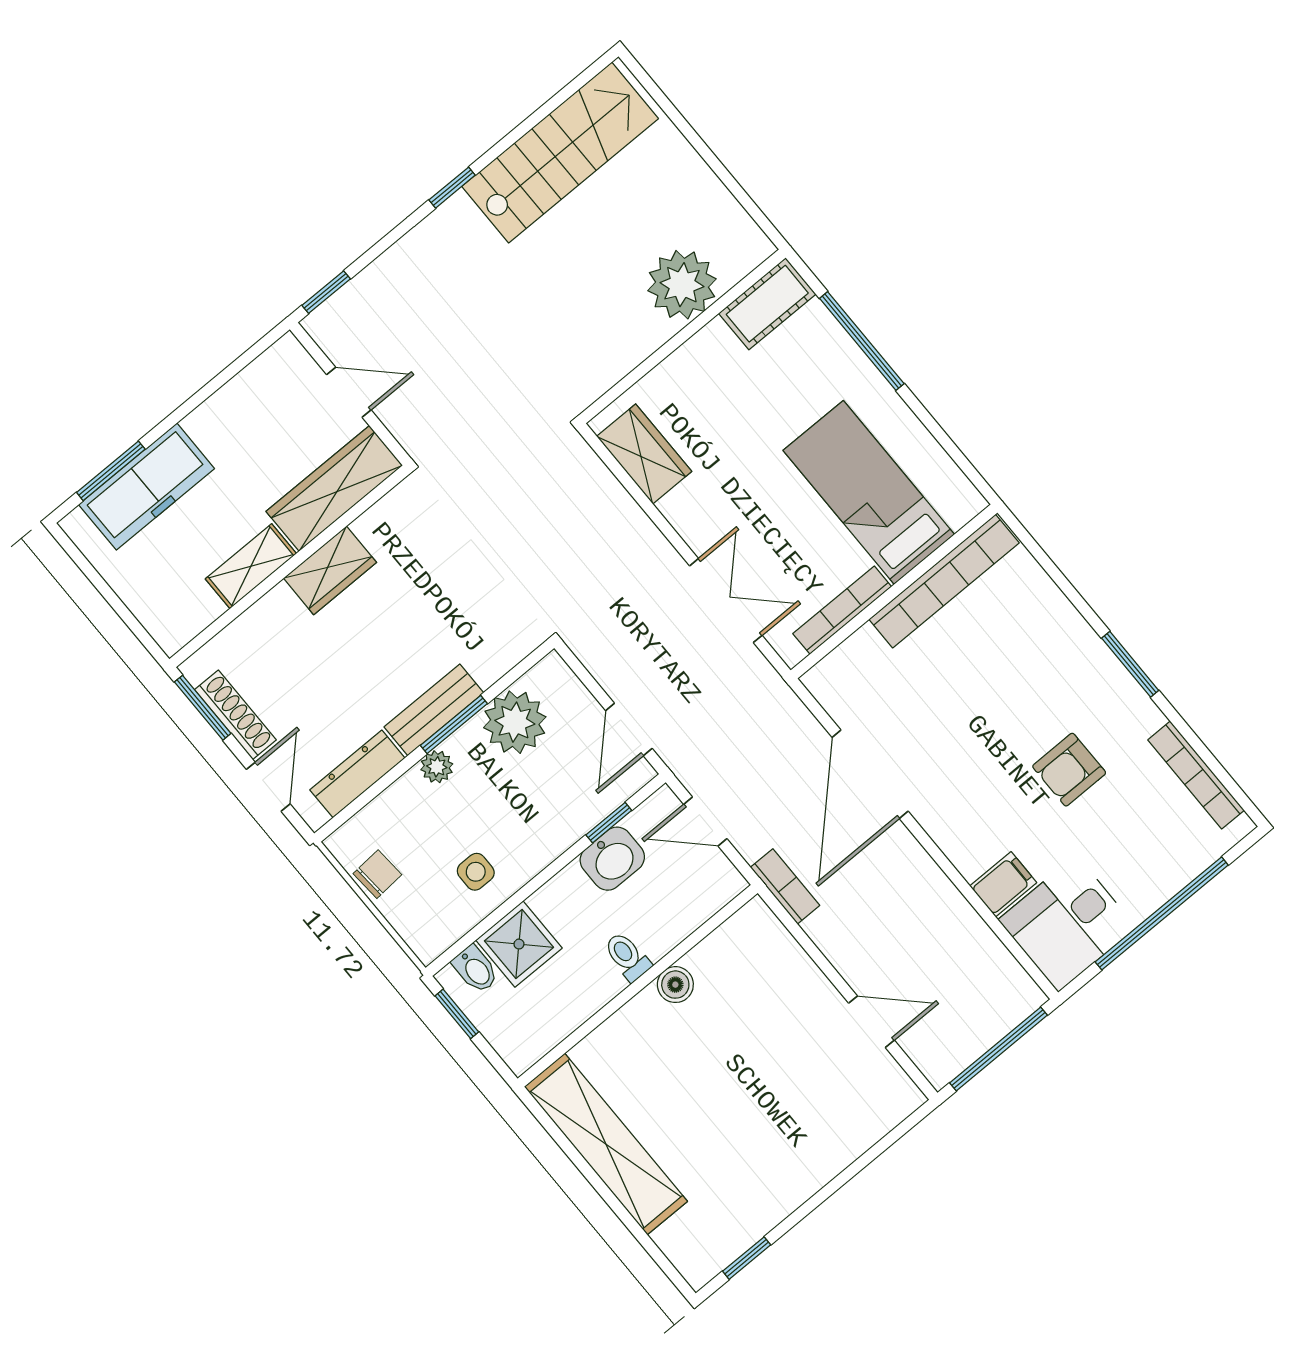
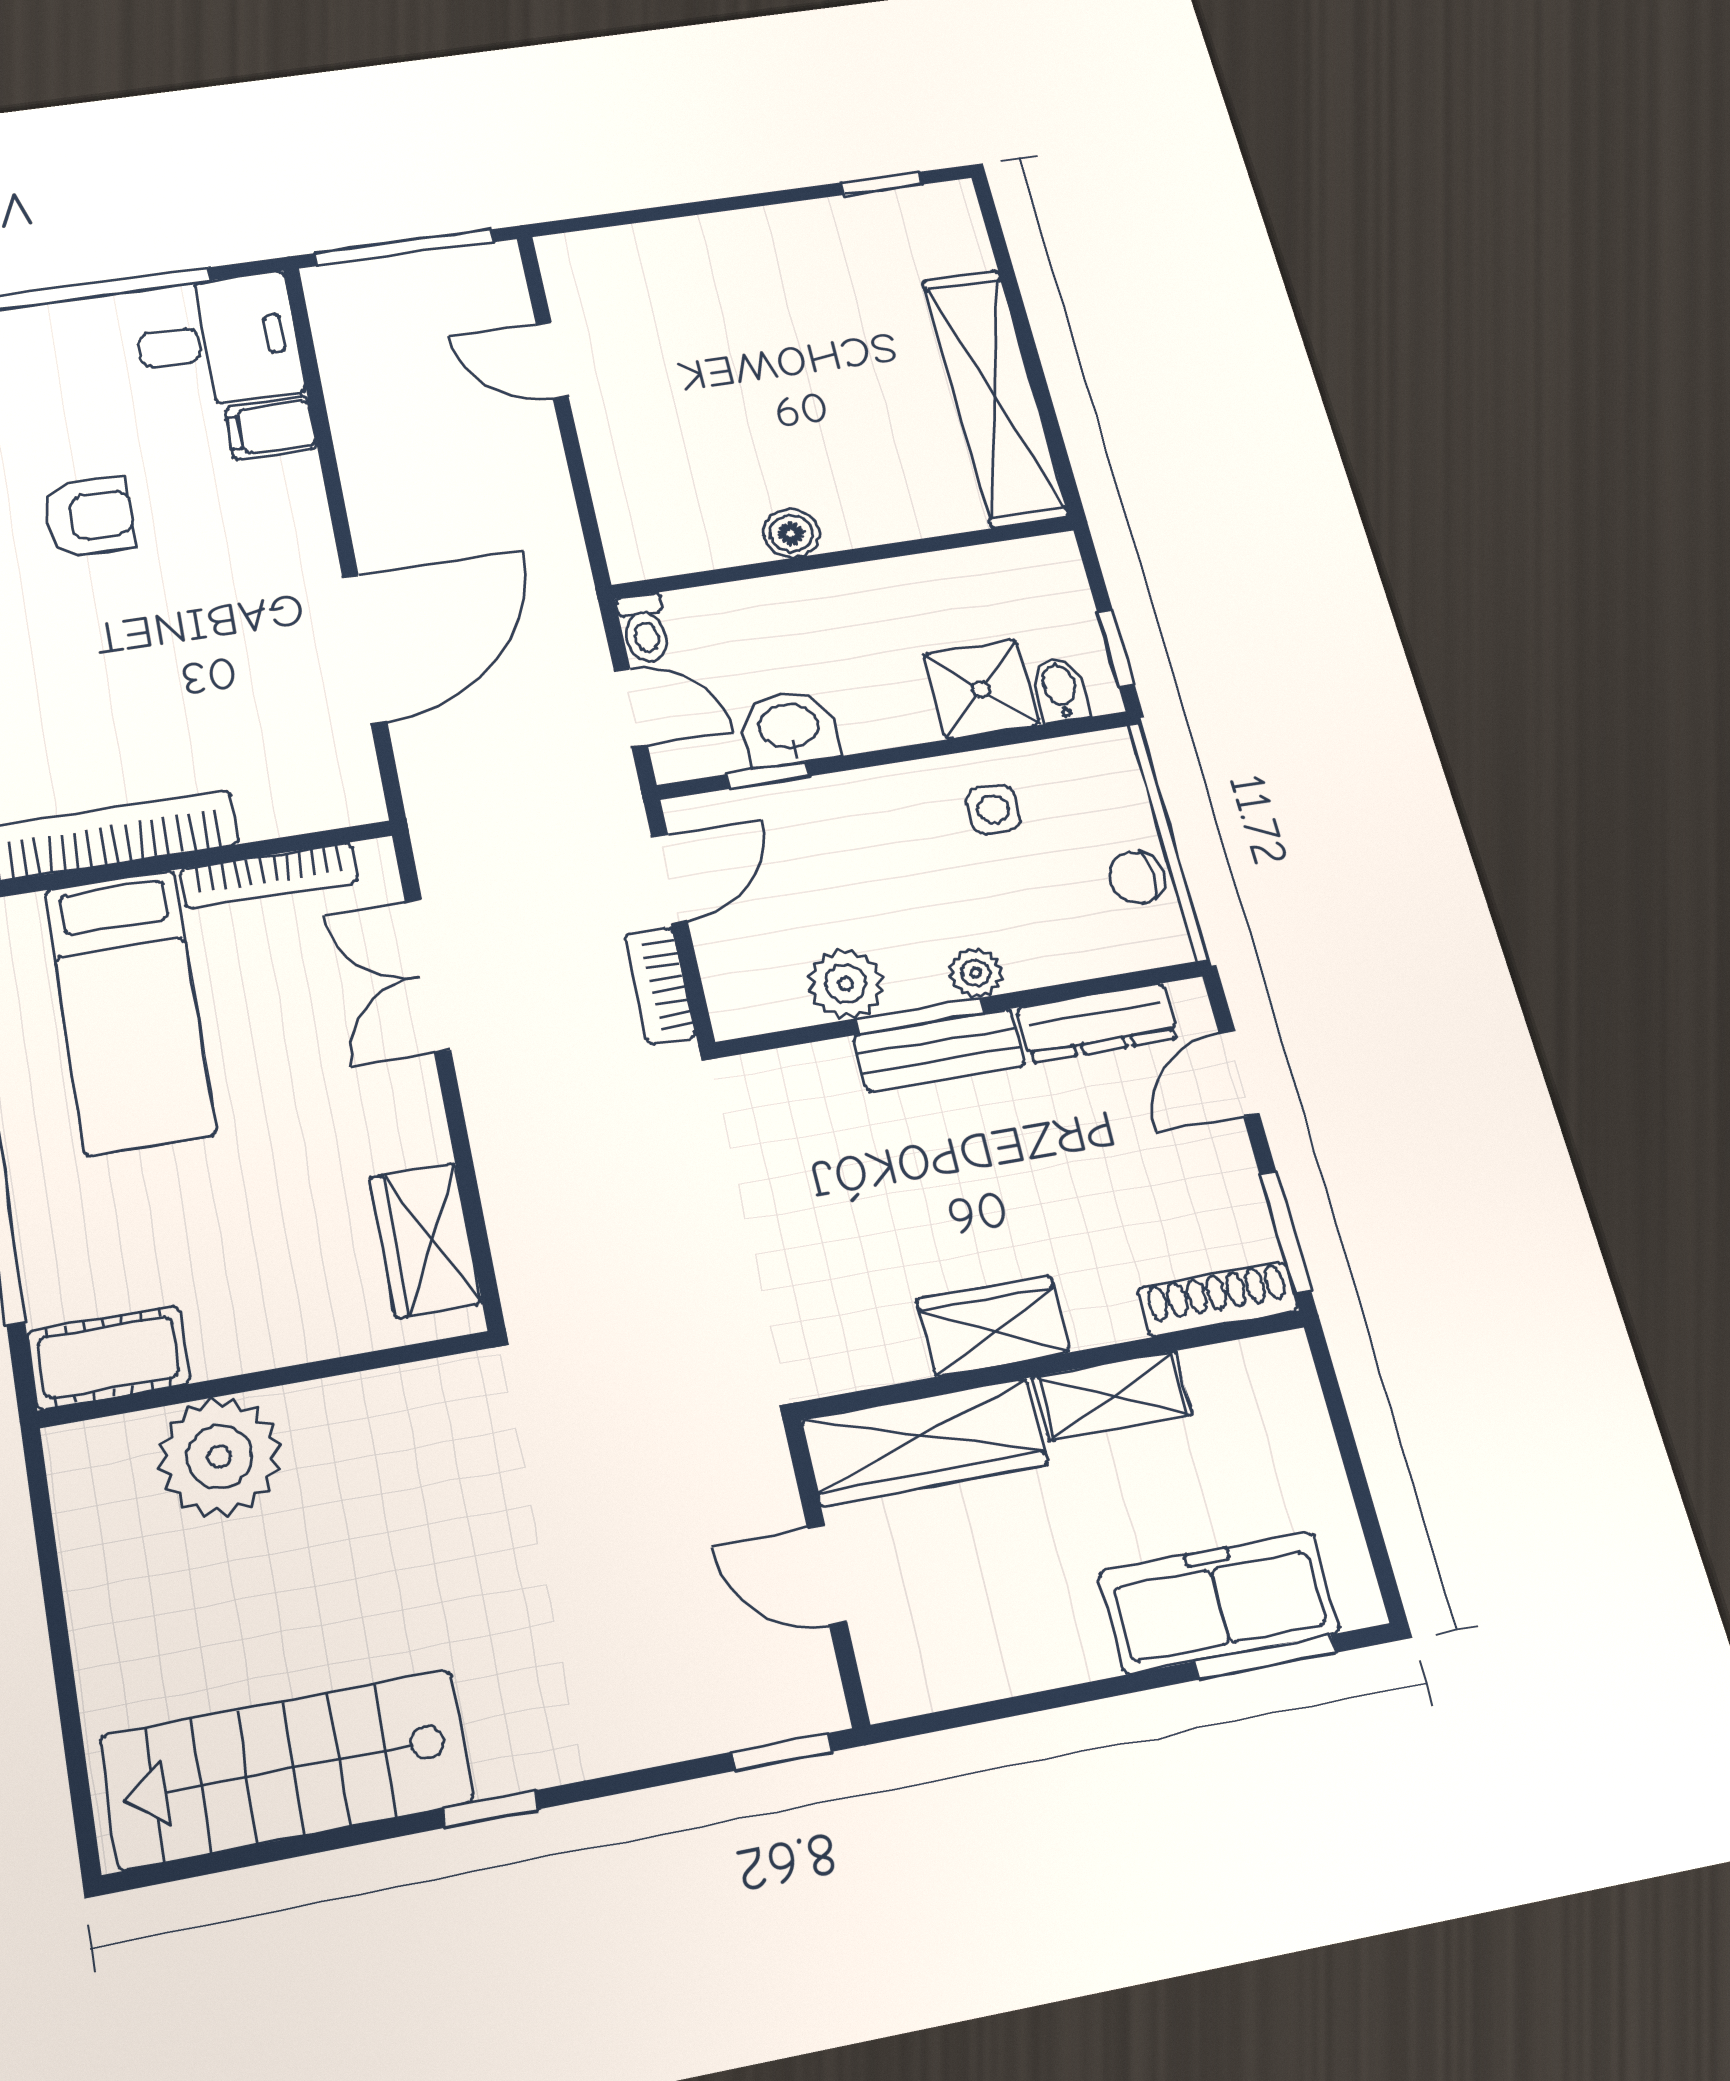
shoe rack: (235, 715) -> (1218, 1299), moved, turned 90
plant: (515, 722) -> (846, 984), width x0.73, depth x0.73
bookcase: (785, 886) -> (660, 986), moved
toilet: (627, 957) -> (645, 628), moved

